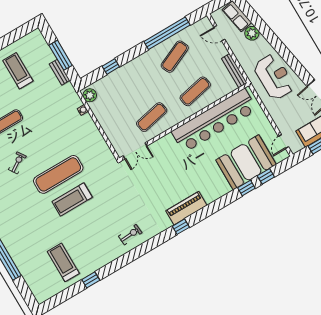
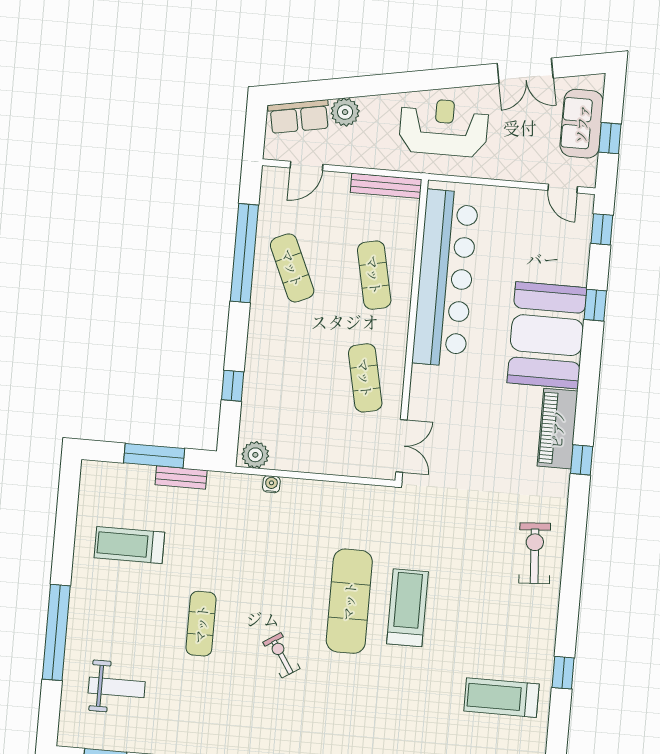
booth: (246, 162) -> (547, 335), moved
window: (266, 176) -> (602, 229), moved
treadmill: (72, 199) -> (408, 608), turned 180
exercise bike: (130, 235) -> (535, 553), width x1.38, depth x1.39

